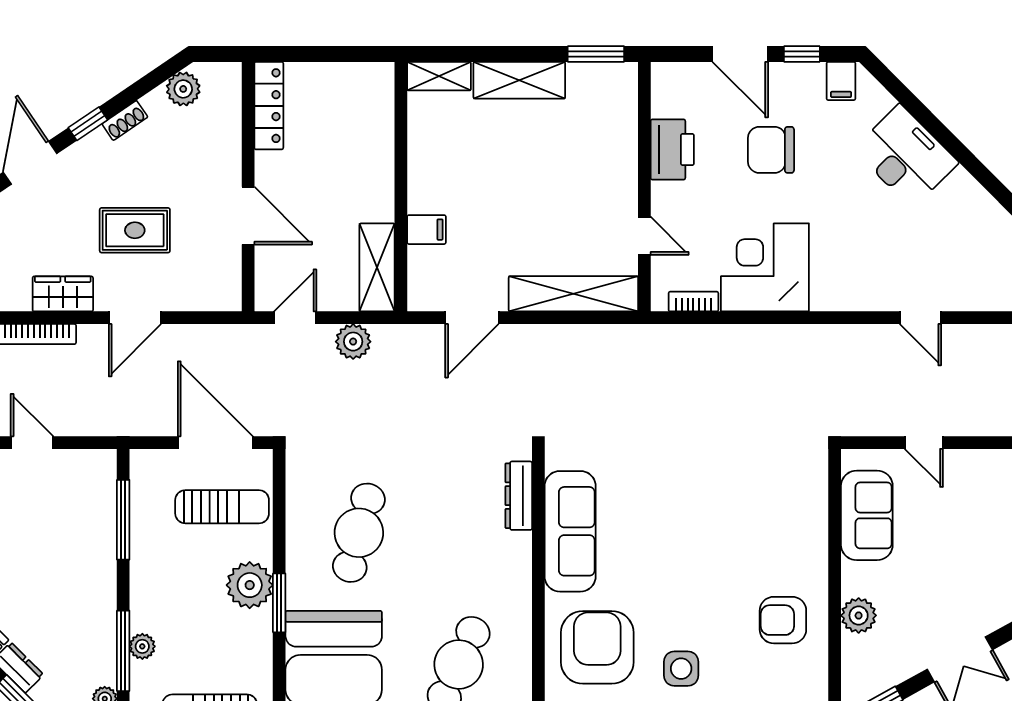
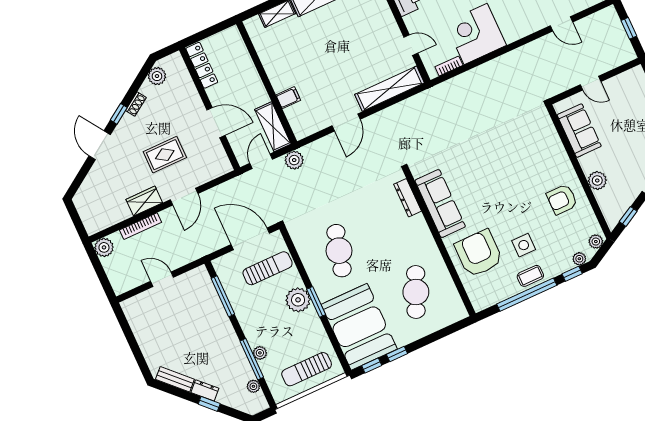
wall: (401, 187) -> (267, 83), moved
filing cabinet: (426, 230) -> (288, 98), moved
shelving: (377, 267) -> (273, 127), moved

